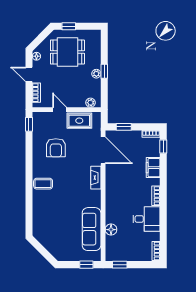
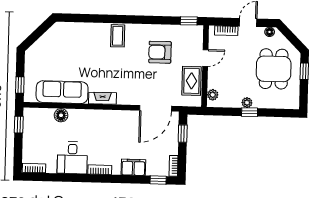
fireplace: (96, 178) -> (103, 98), moved

